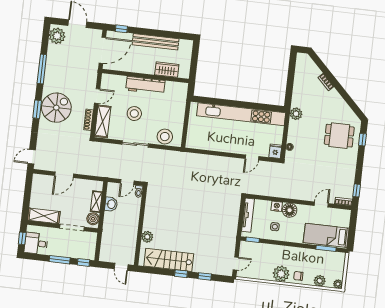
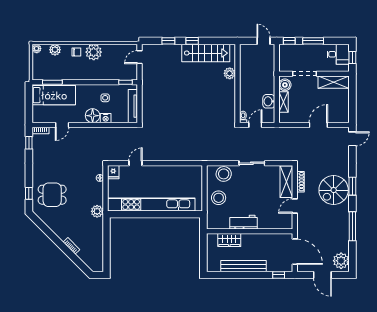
door: (102, 50) -> (295, 252), swing flipped
workbench: (145, 85) -> (243, 222), width x0.73
stool: (134, 114) -> (219, 198), moved
door: (121, 267) -> (264, 41), moved

